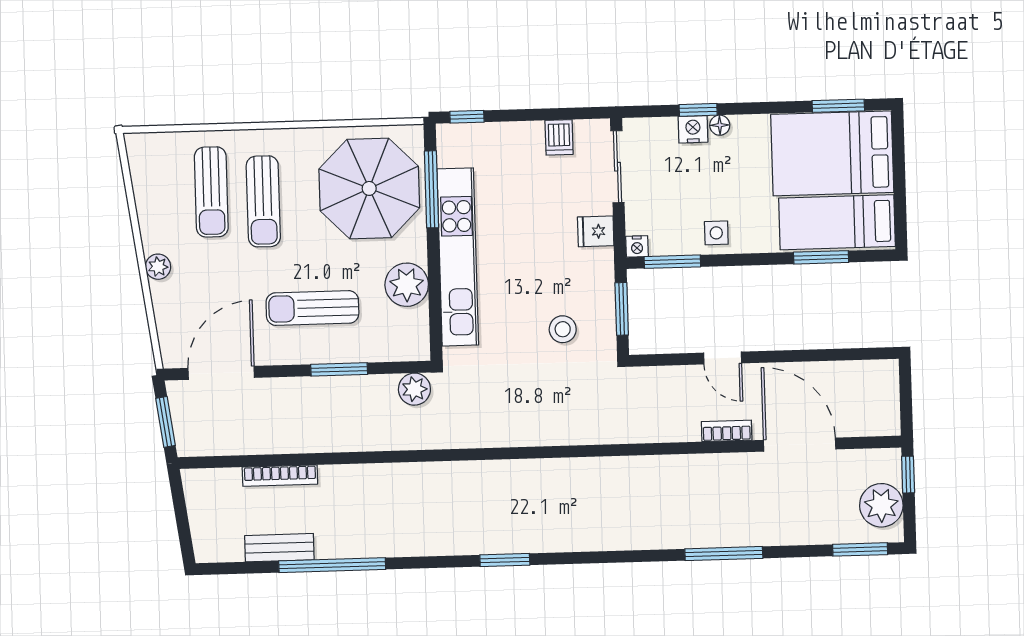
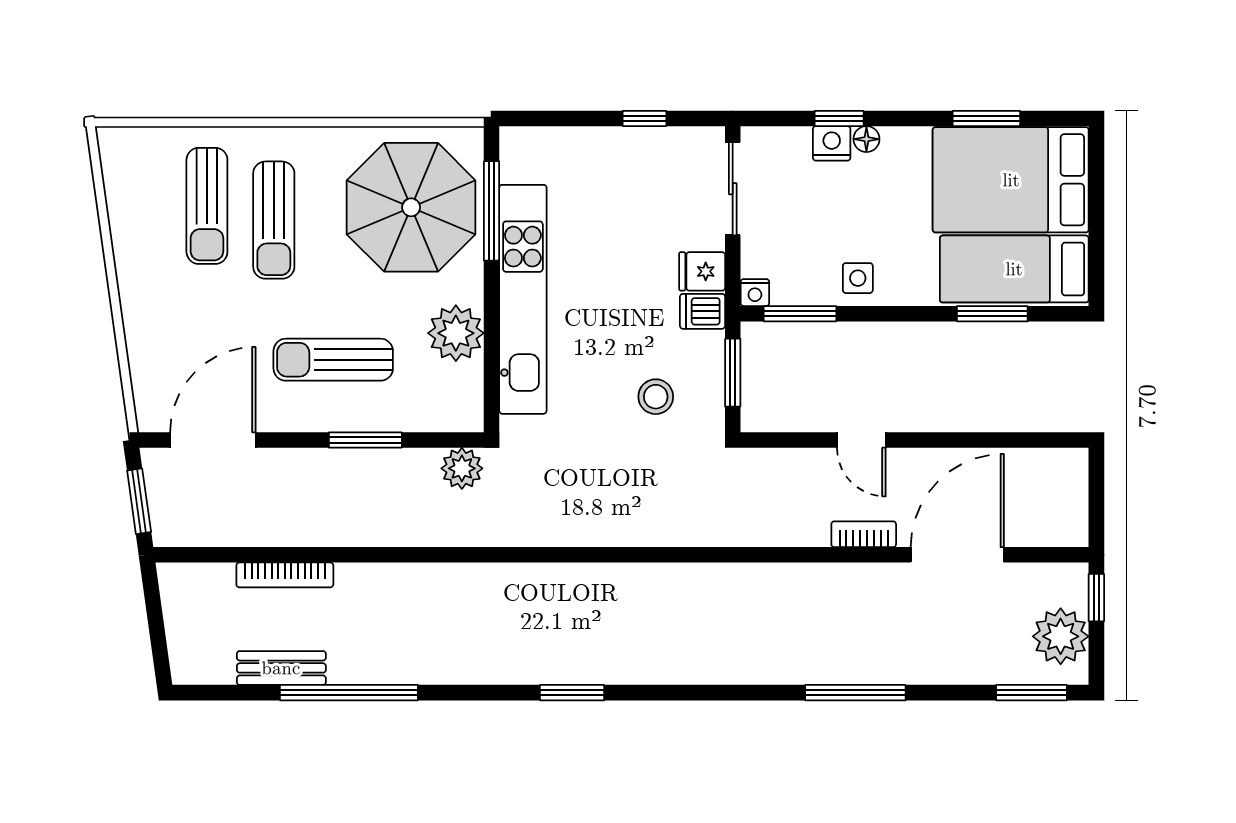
window: (838, 106) -> (986, 118), moved
window: (467, 117) -> (645, 118), moved
dishwasher: (559, 137) -> (703, 311), moved, turned 90
plant: (158, 267) -> (135, 300), removed
door: (800, 445) -> (957, 555), hinge flipped

